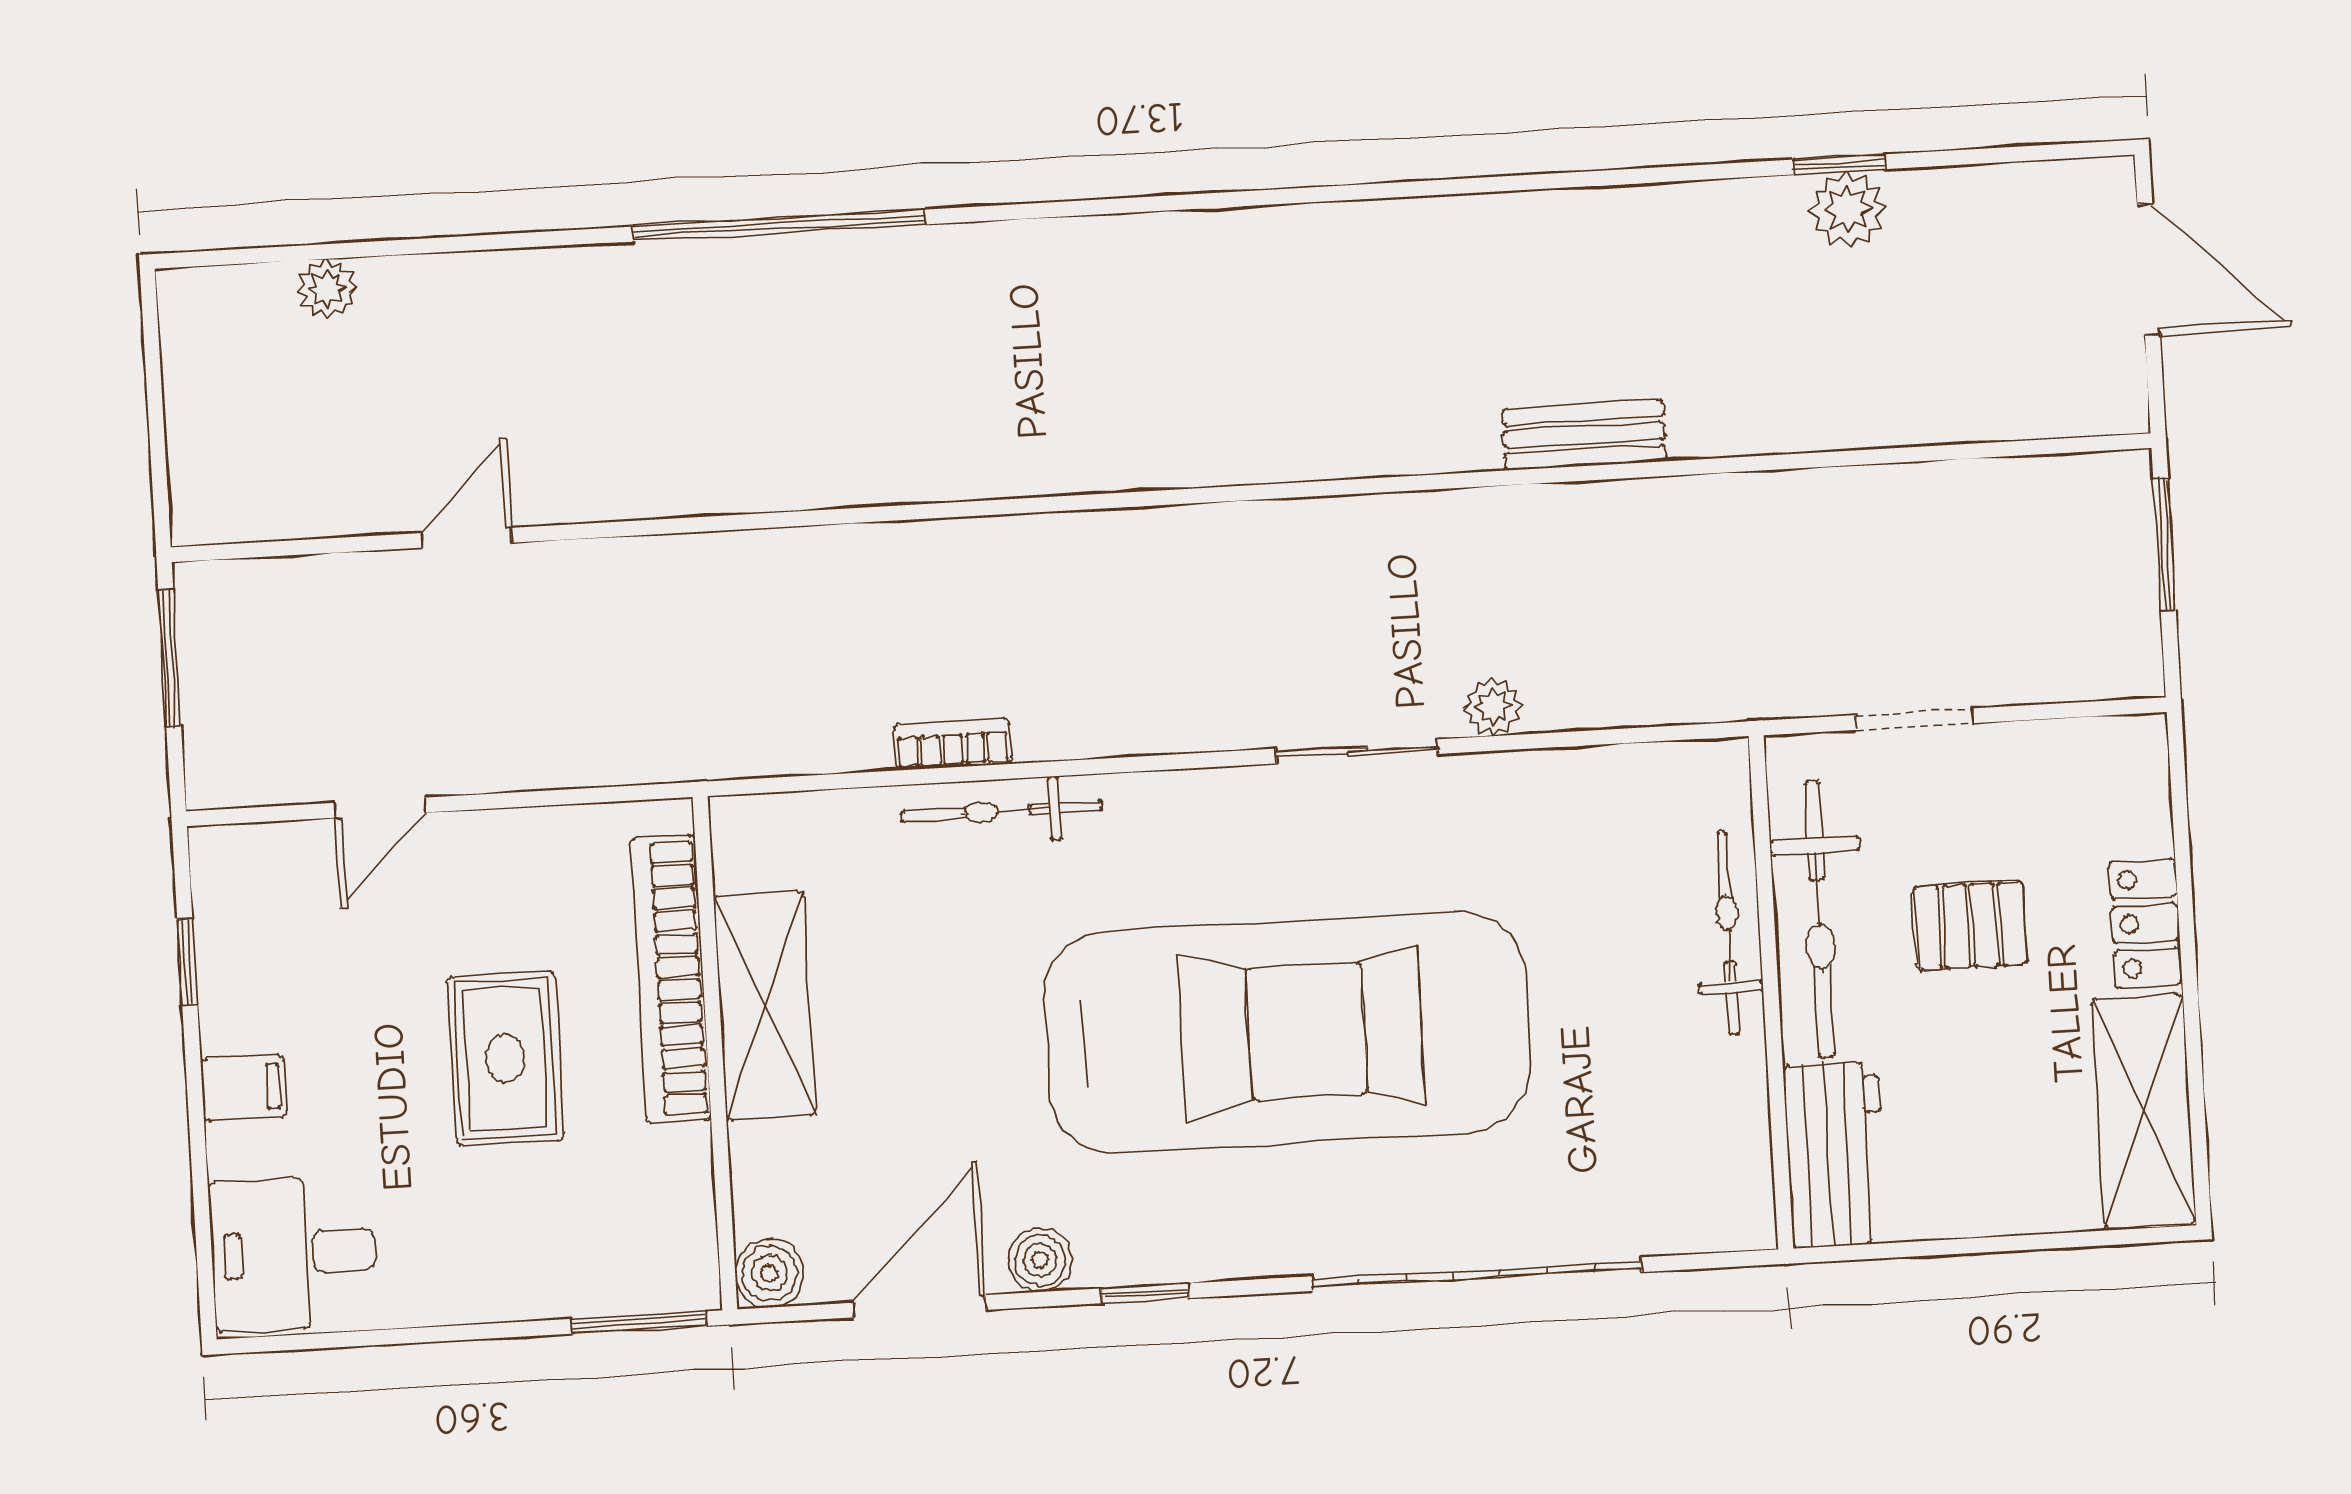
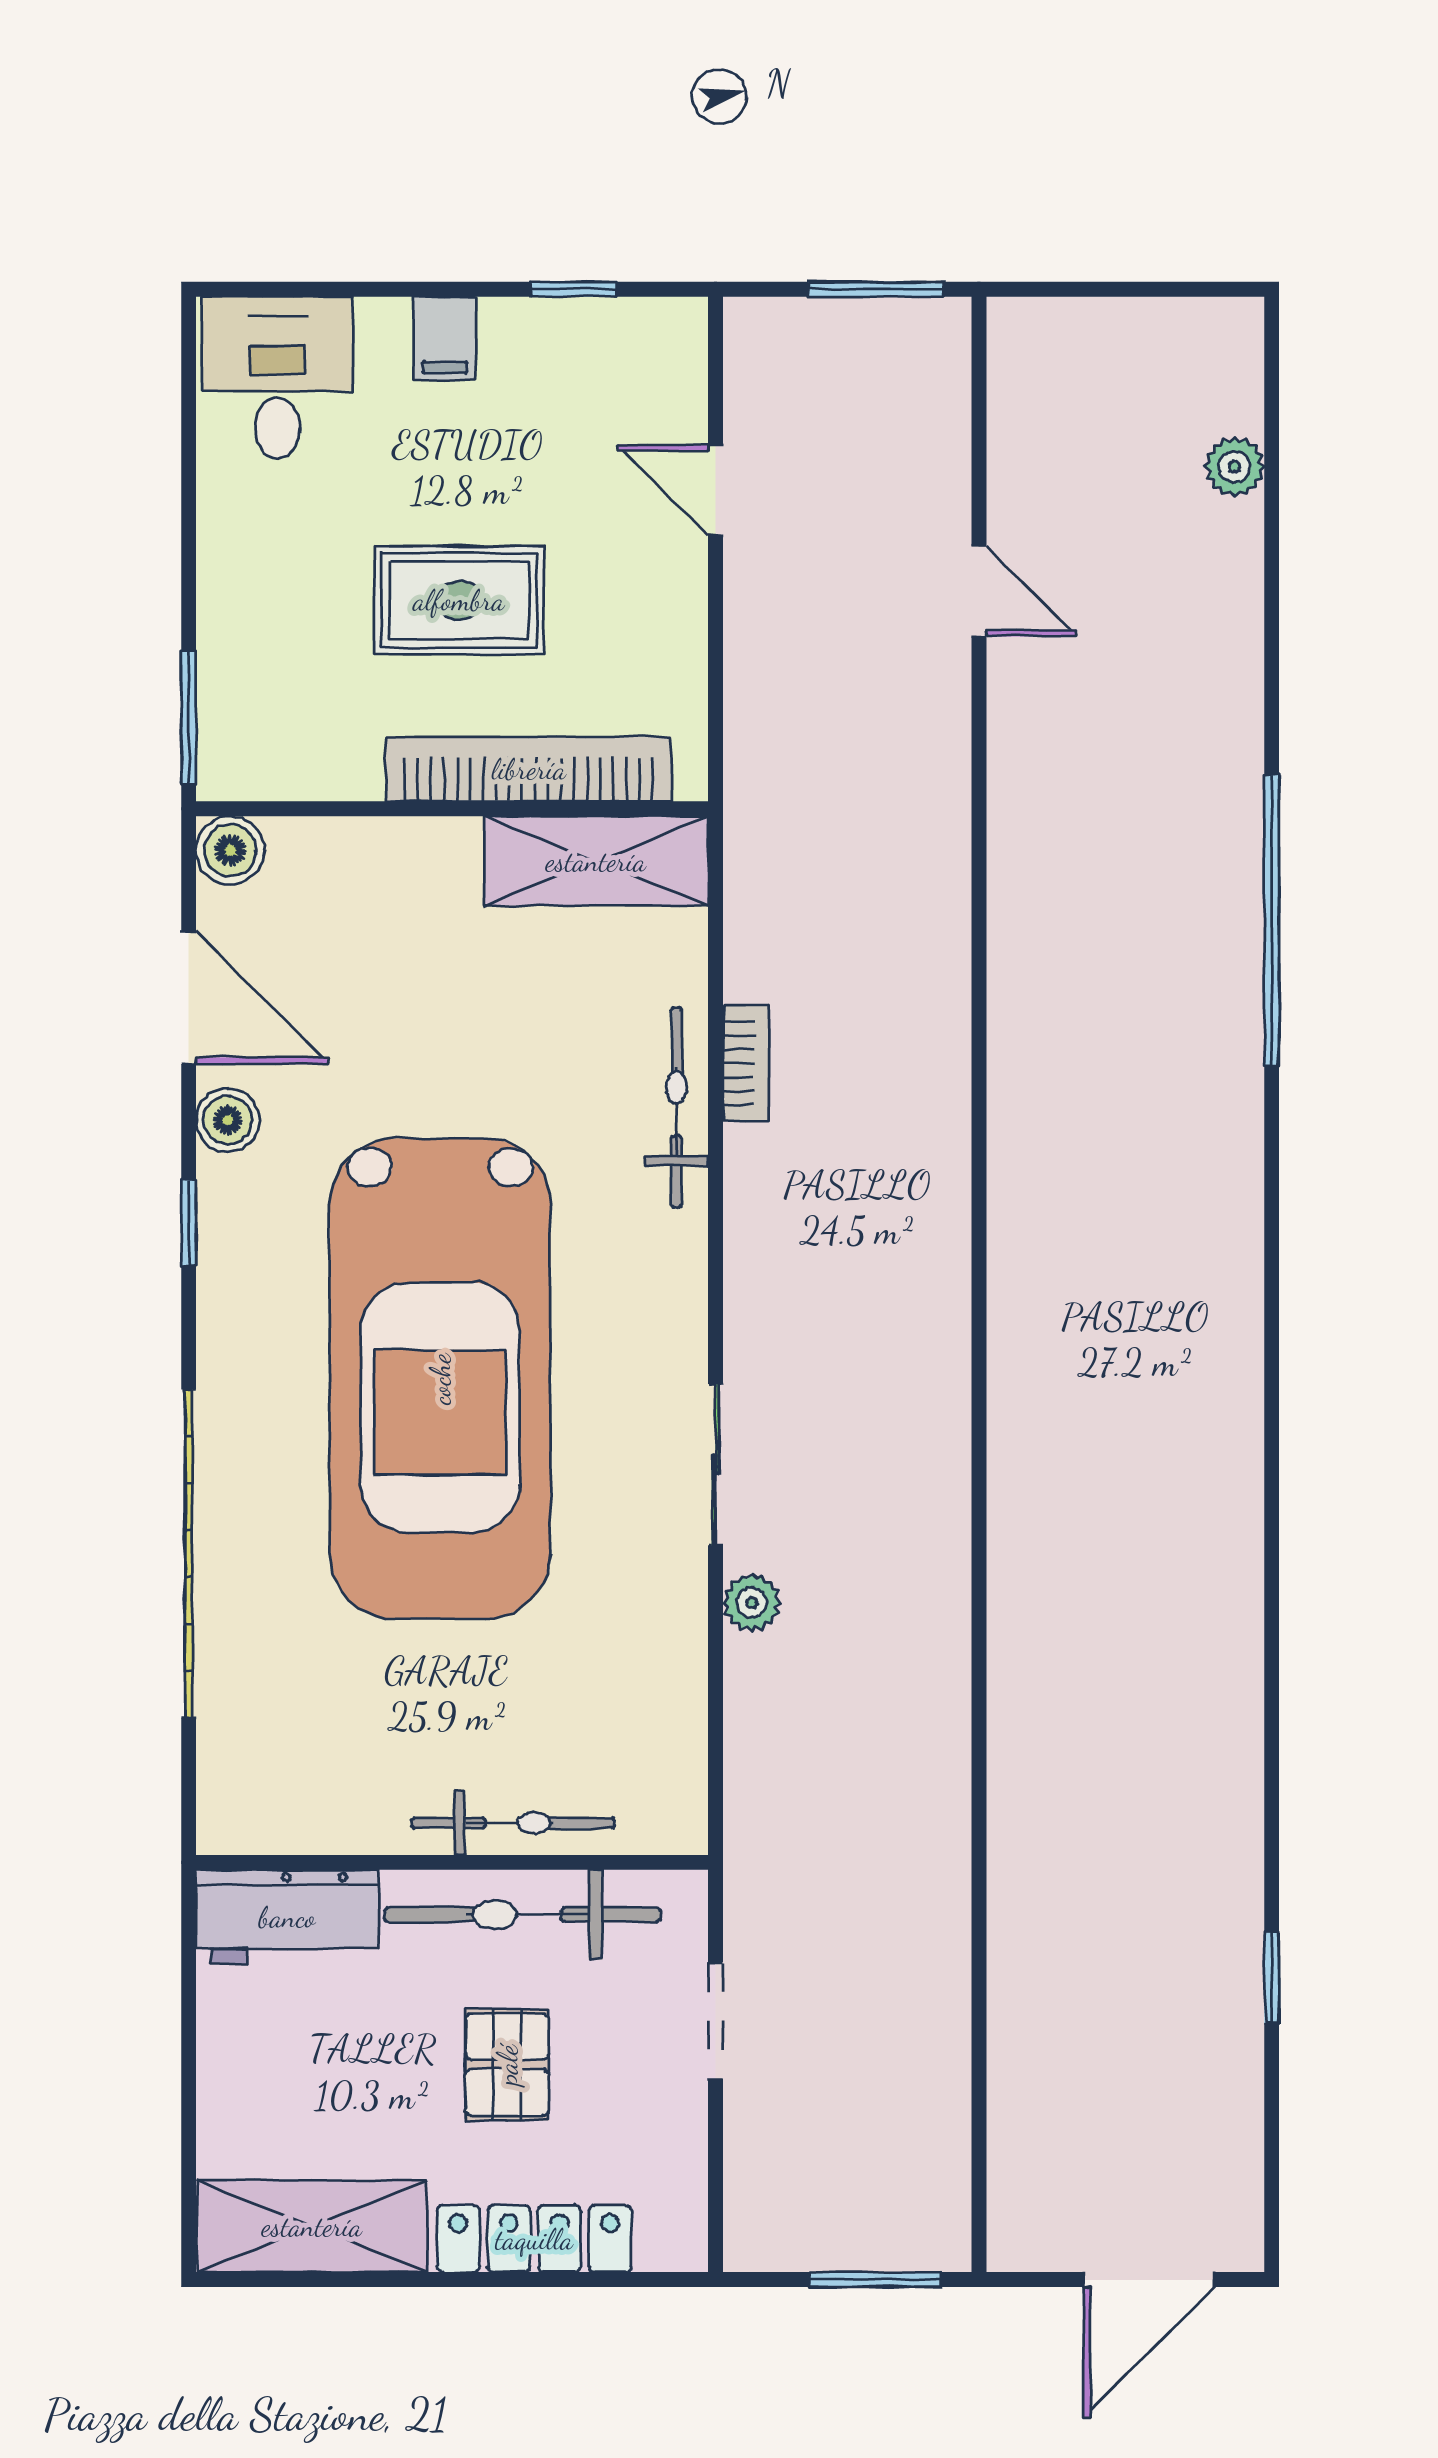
plant: (1848, 210) -> (1226, 1984), removed
bench: (1584, 435) -> (1017, 1709), removed
locker: (2145, 923) -> (534, 2239), width x1.53
shelving: (765, 1005) -> (596, 861), moved

